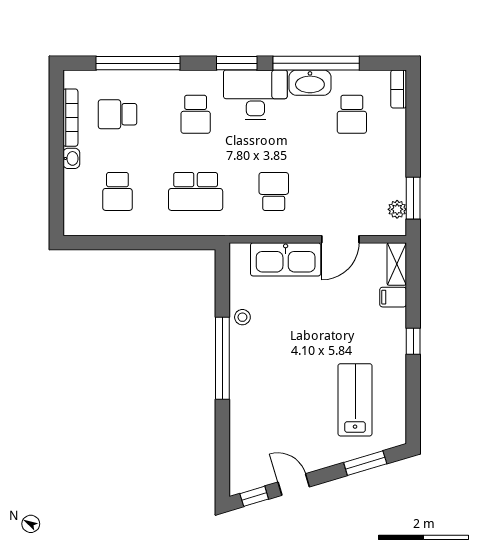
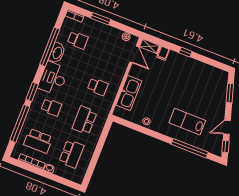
window: (237, 63) -> (32, 92), moved
school desk: (117, 114) -> (38, 141), width x1.85
school desk: (117, 191) -> (71, 154), width x1.85
school desk: (196, 191) -> (85, 120), turned 180
school desk: (274, 191) -> (98, 87), turned 180
window: (413, 198) -> (101, 19), moved
door: (340, 239) -> (134, 54), moved
window: (222, 358) -> (190, 148), moved
lab bench: (355, 400) -> (187, 122), moved

